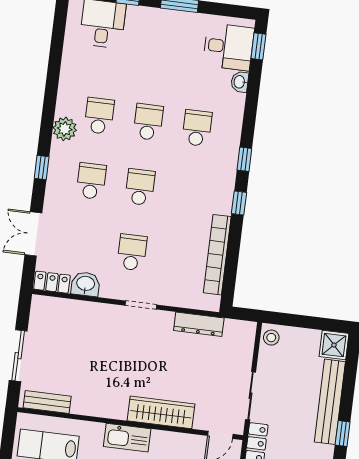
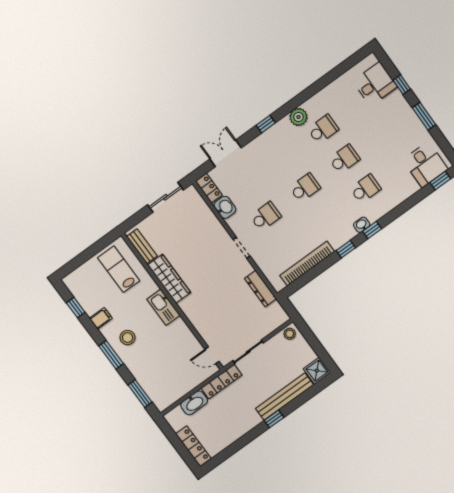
washbasin: (240, 82) -> (362, 225), moved
school desk: (91, 181) -> (284, 158), removed
sliding door: (18, 356) -> (165, 197), moved
wardrobe: (161, 412) -> (169, 279), moved

